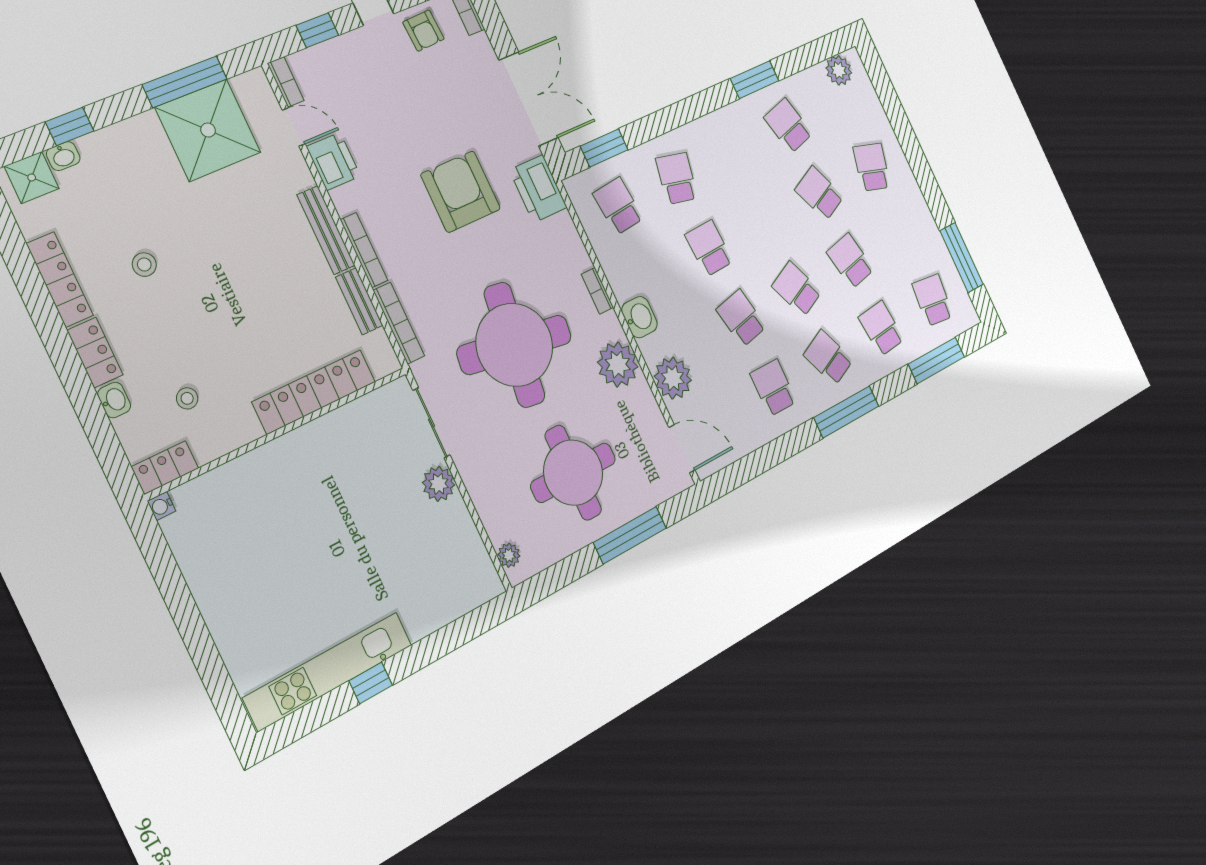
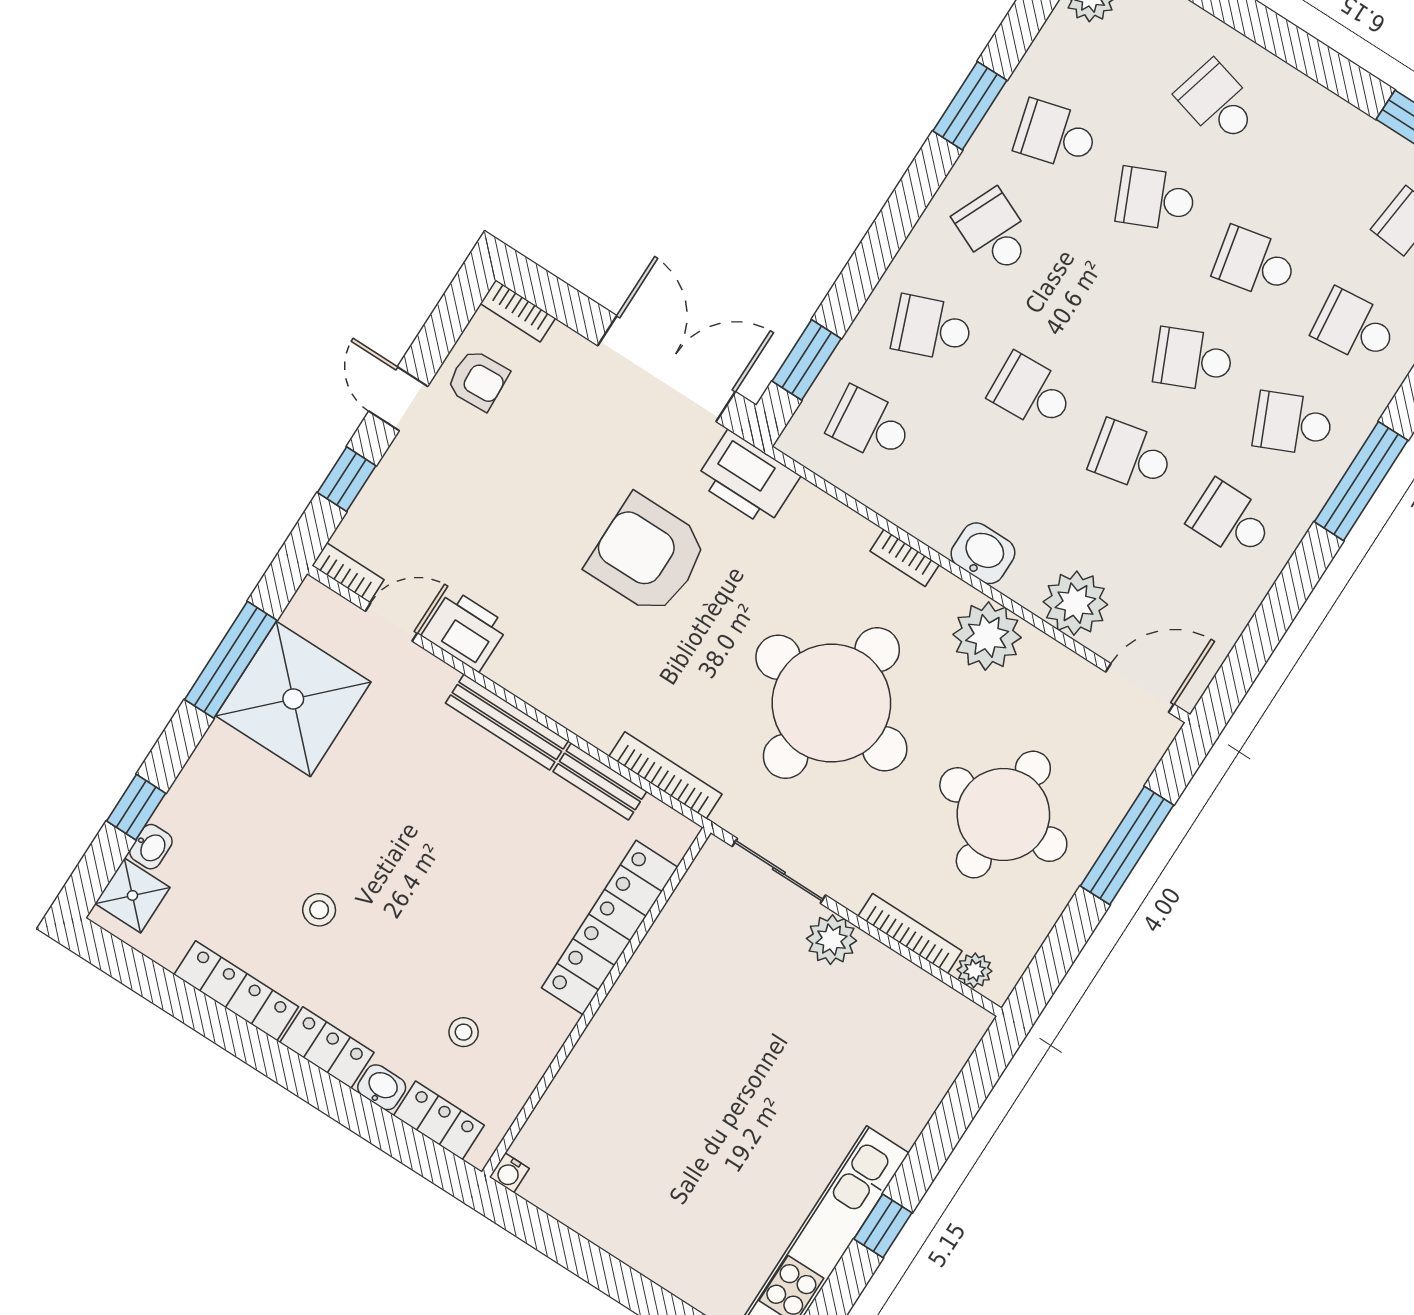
school desk: (733, 152) -> (994, 232), added
school desk: (677, 178) -> (932, 328), turned -33
bookcase: (364, 250) -> (910, 934), moved
locker: (165, 468) -> (439, 1120), moved, turned 90

